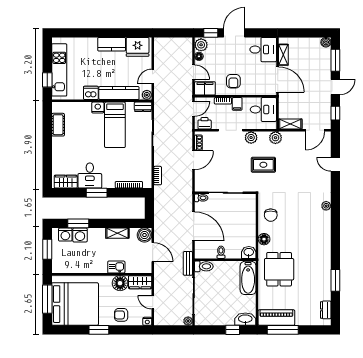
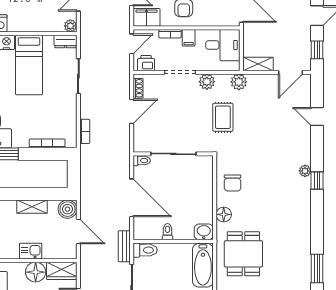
kitchen counter: (119, 93) -> (34, 24), removed
rug: (263, 165) -> (223, 117), turned 90
window: (335, 213) -> (317, 181), added

